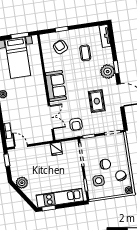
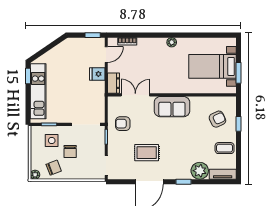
coffee table: (85, 53) -> (225, 148), moved
plant: (108, 72) -> (200, 171), moved
double door: (51, 117) -> (135, 95), swing flipped
dresser: (44, 137) -> (114, 83), added
fridge: (56, 149) -> (97, 74), moved
plant: (22, 183) -> (63, 49), removed

